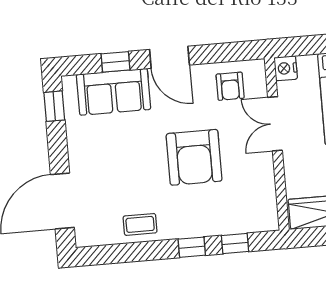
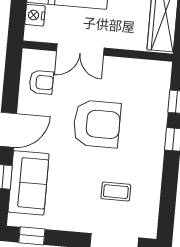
nightstand: (286, 68) -> (35, 15), moved, turned 90
coffee table: (140, 224) -> (116, 192), moved, turned 90

